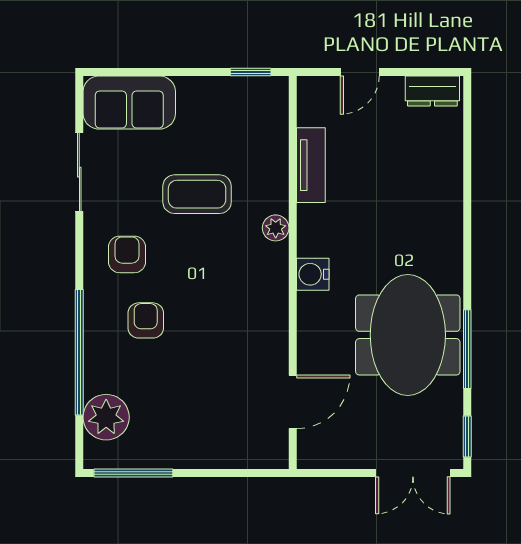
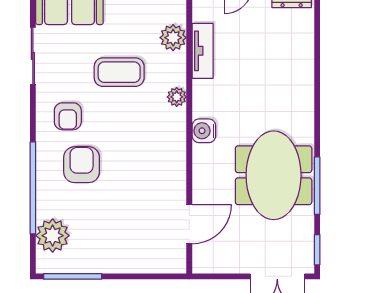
plant: (271, 147) -> (173, 38), added
armchair: (127, 254) -> (68, 116), turned 180
armchair: (146, 320) -> (82, 165), width x1.38, depth x1.38

